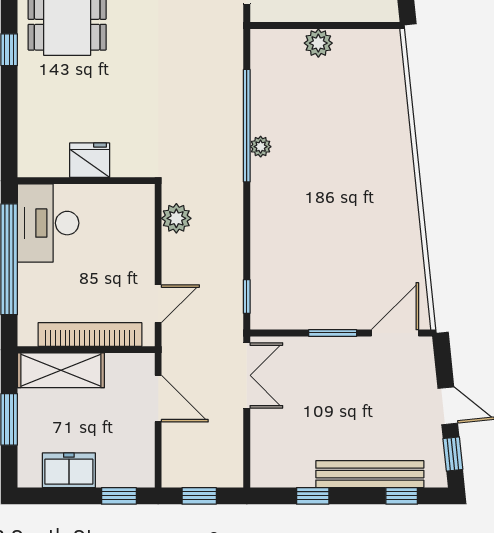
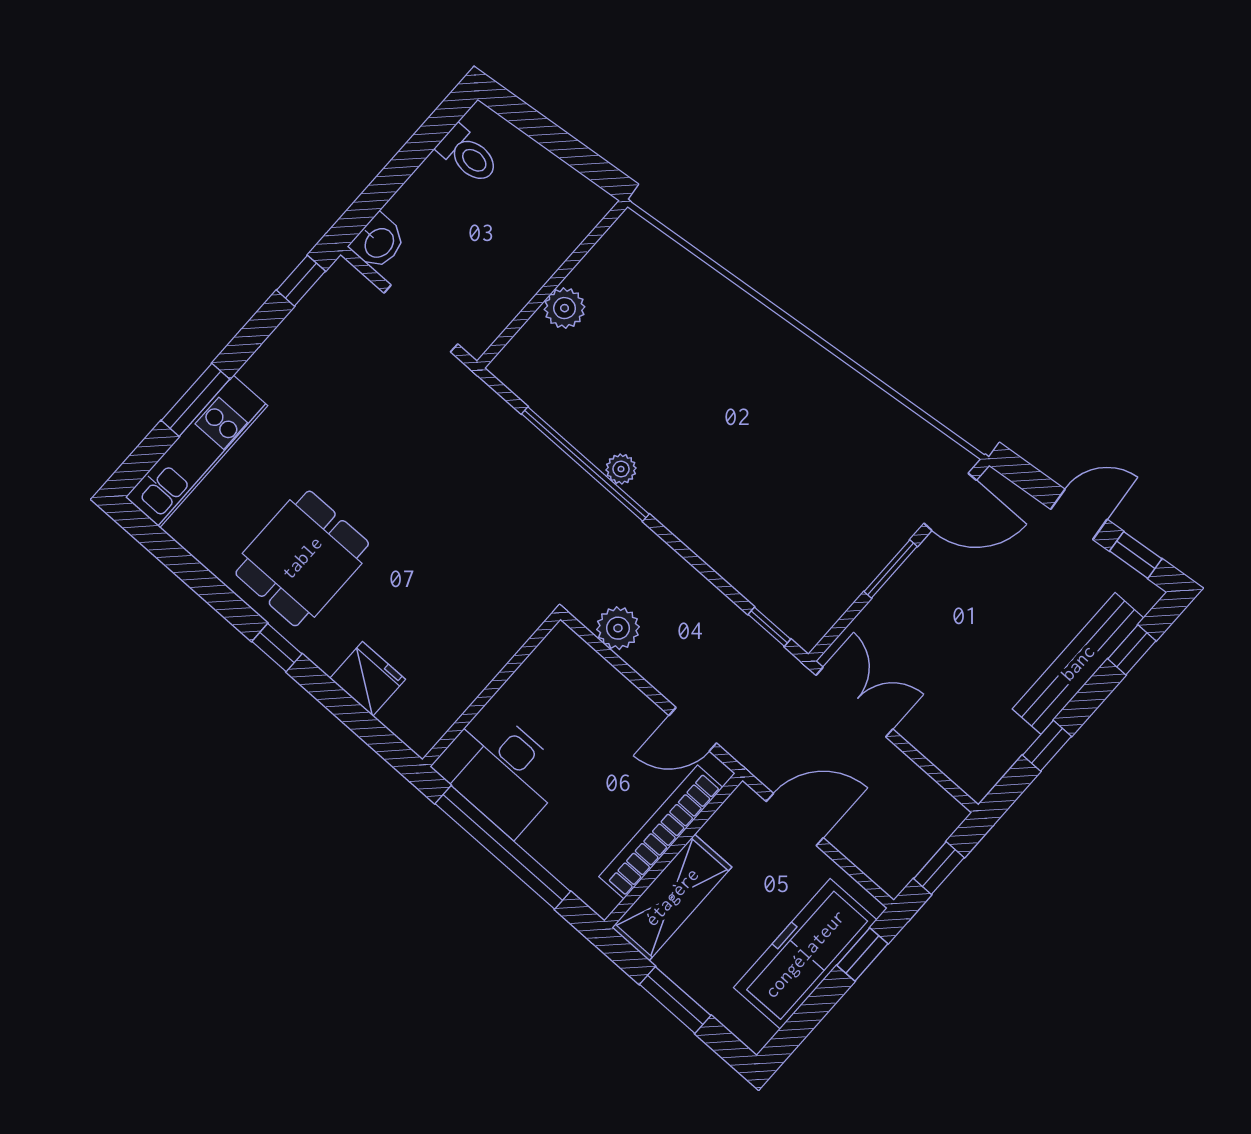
fridge: (90, 160) -> (368, 679), moved, turned 90
door: (158, 304) -> (693, 729), swing flipped
door: (395, 333) -> (950, 502), swing flipped
freezer: (69, 470) -> (805, 954), width x1.91, depth x1.26

